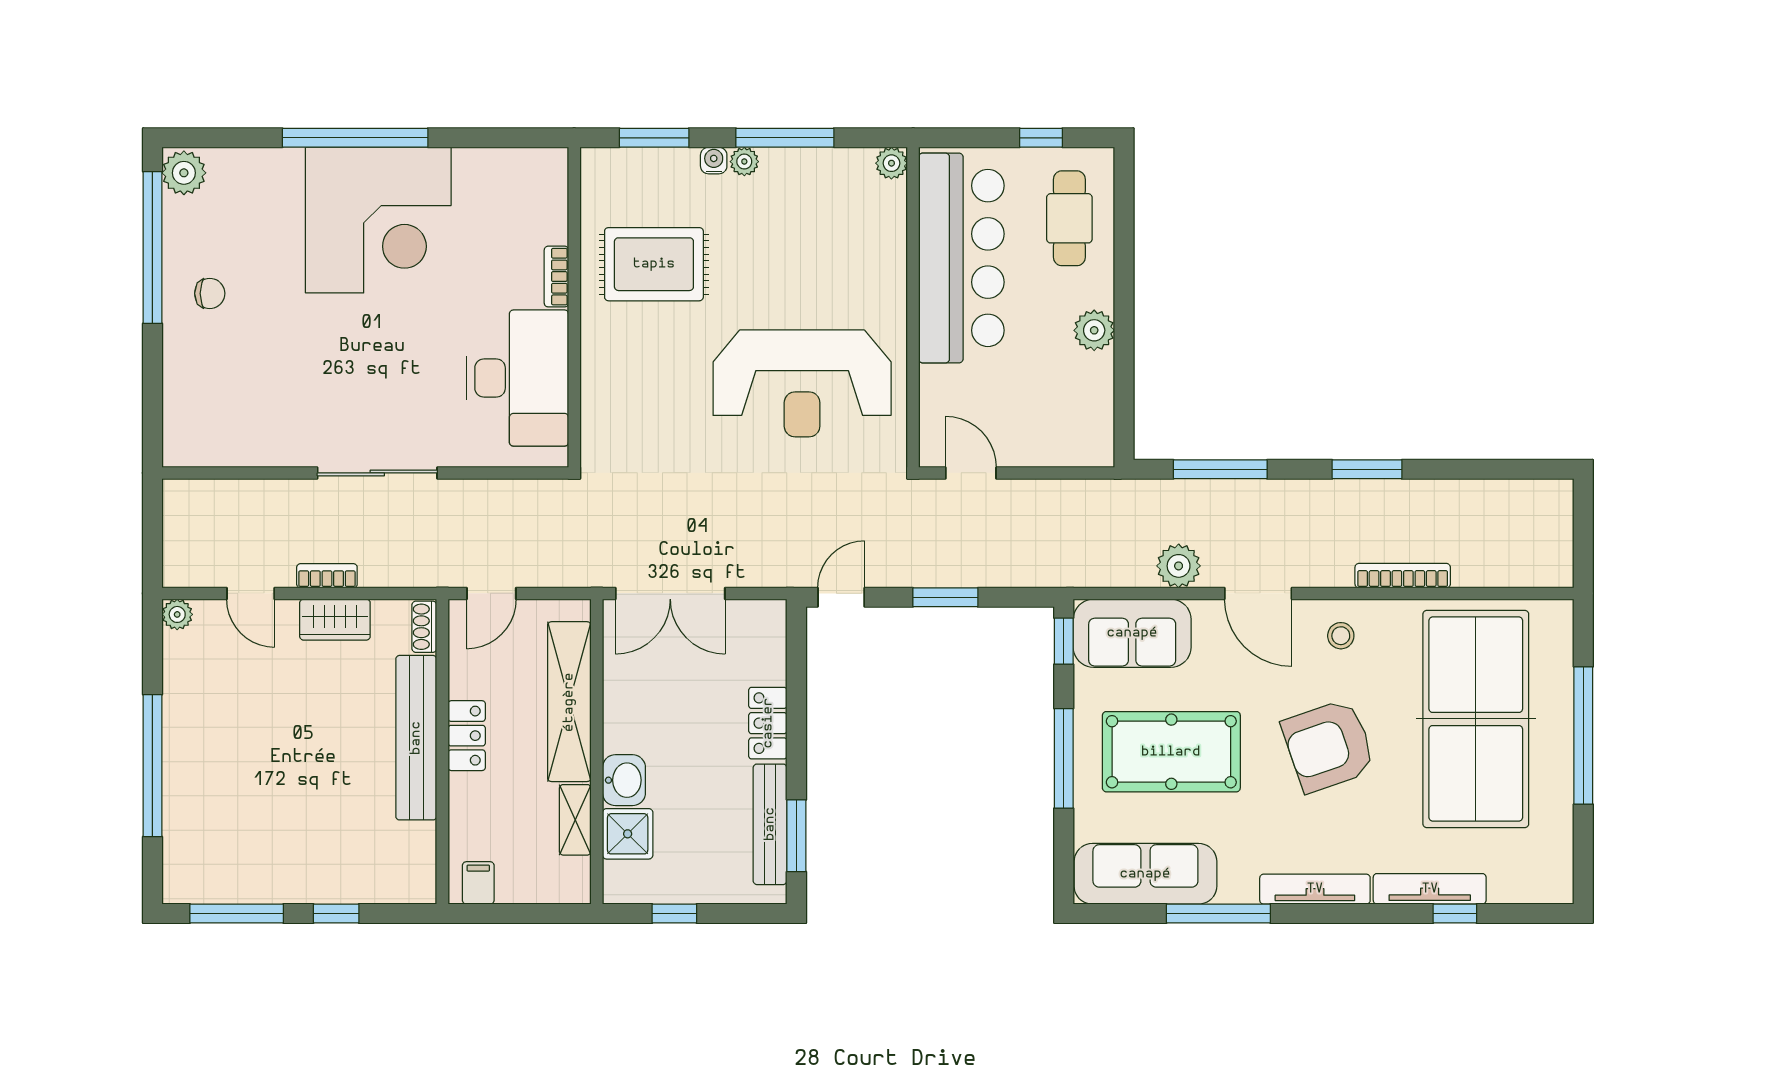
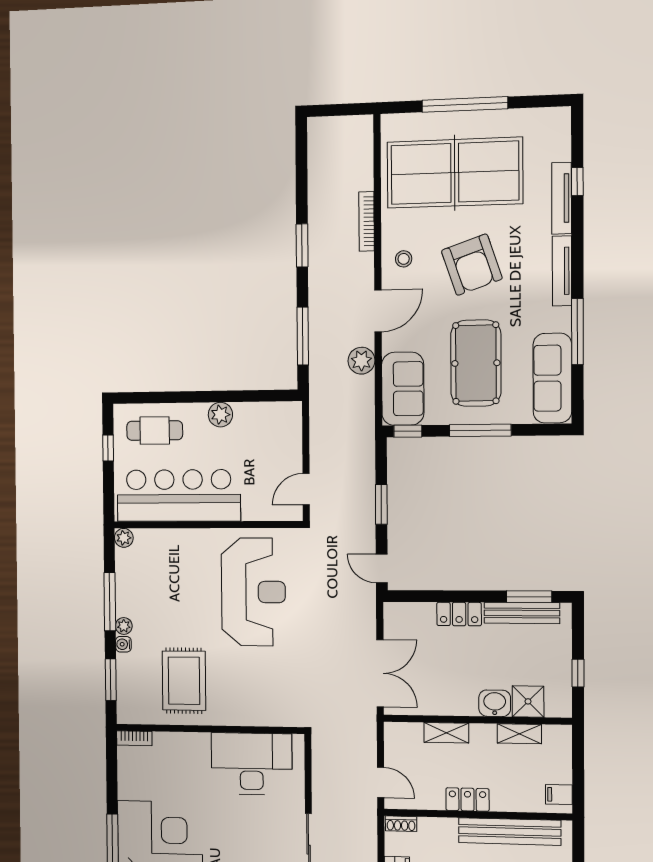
bookcase: (556, 277) -> (134, 738), moved
shelving: (569, 702) -> (446, 733), width x0.45, depth x0.75
bench: (416, 738) -> (510, 832), moved

